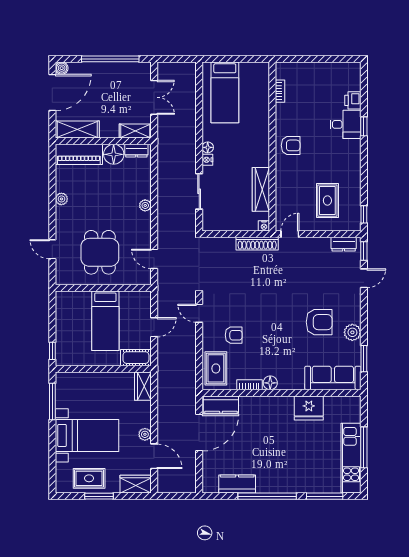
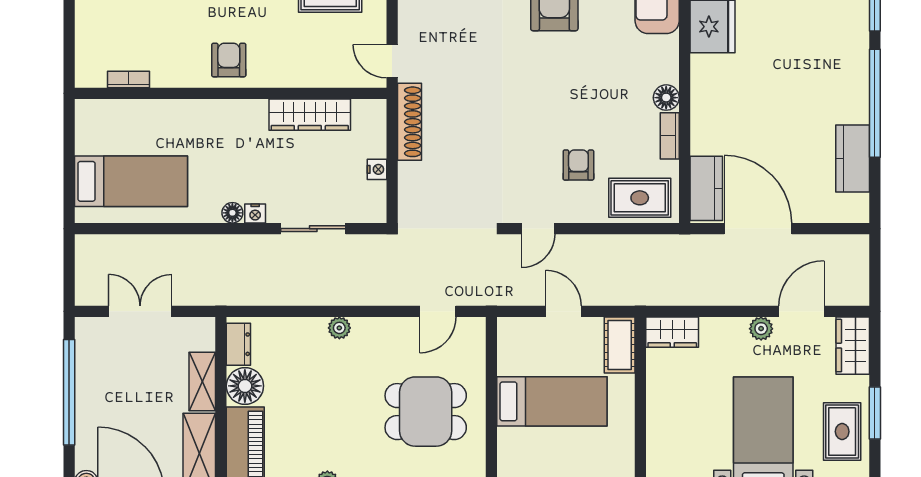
shelving: (135, 131) -> (202, 381), moved
nightstand: (264, 226) -> (377, 169), moved

